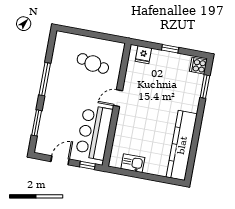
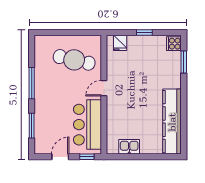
cafe table: (93, 63) -> (74, 60), width x1.37, depth x1.35

